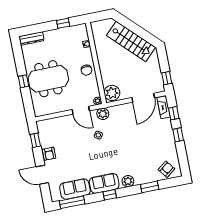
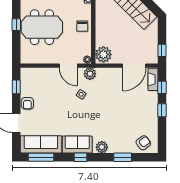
sofa: (75, 189) -> (41, 144), width x1.36

